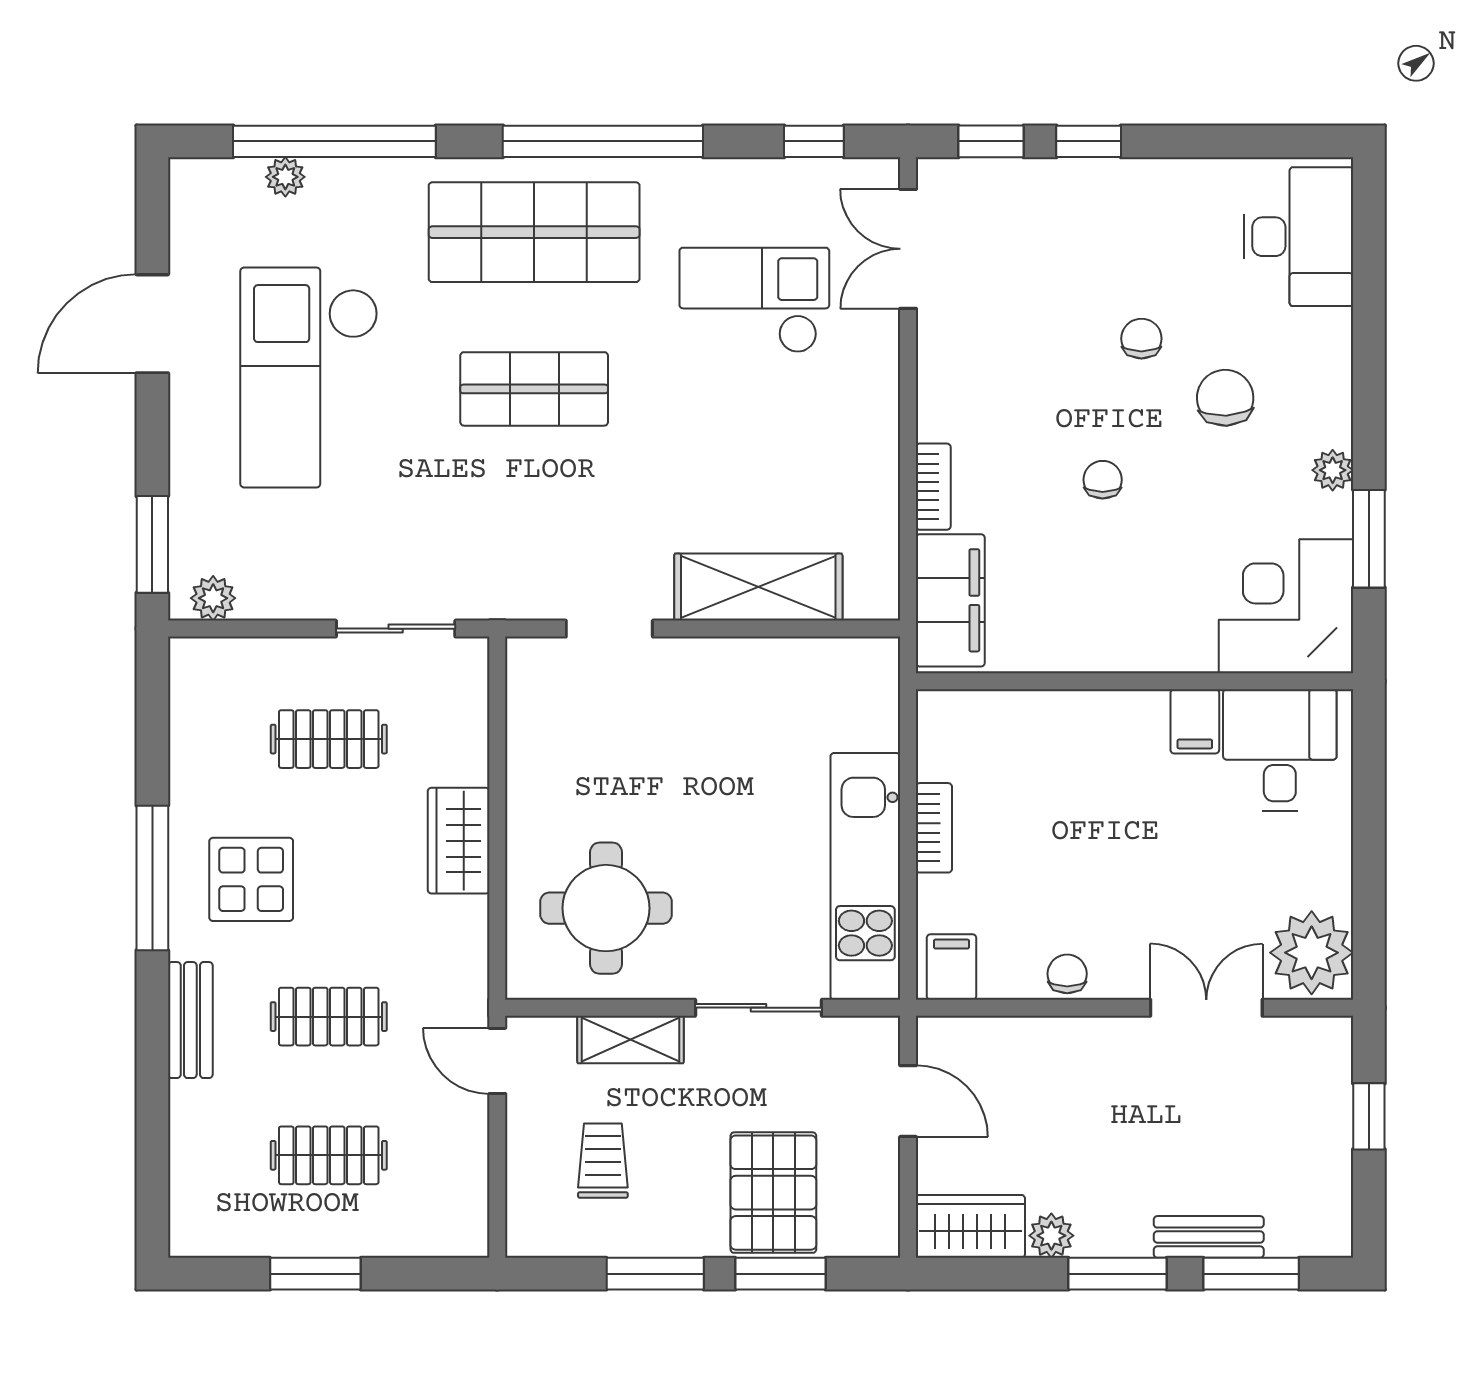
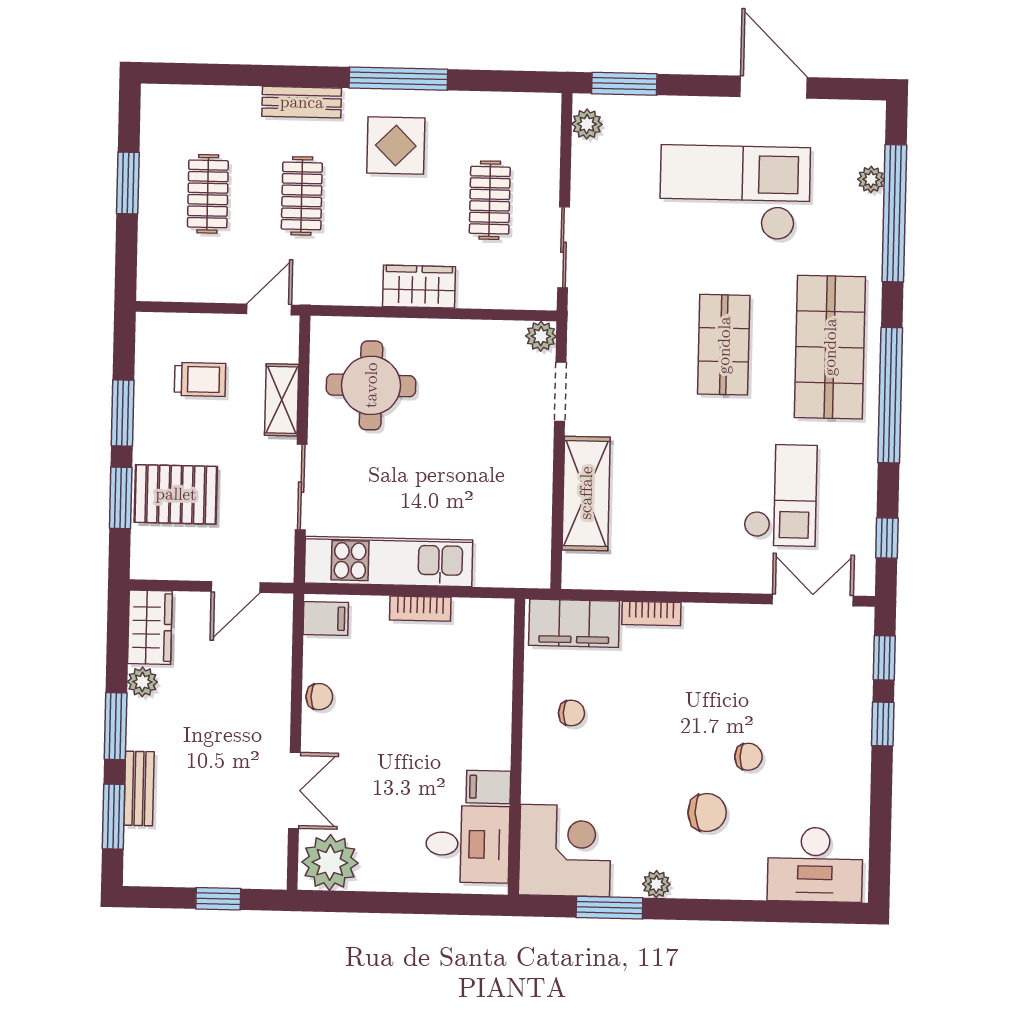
chair: (1103, 480) -> (571, 713), moved
plant: (528, 659) -> (541, 336), added

